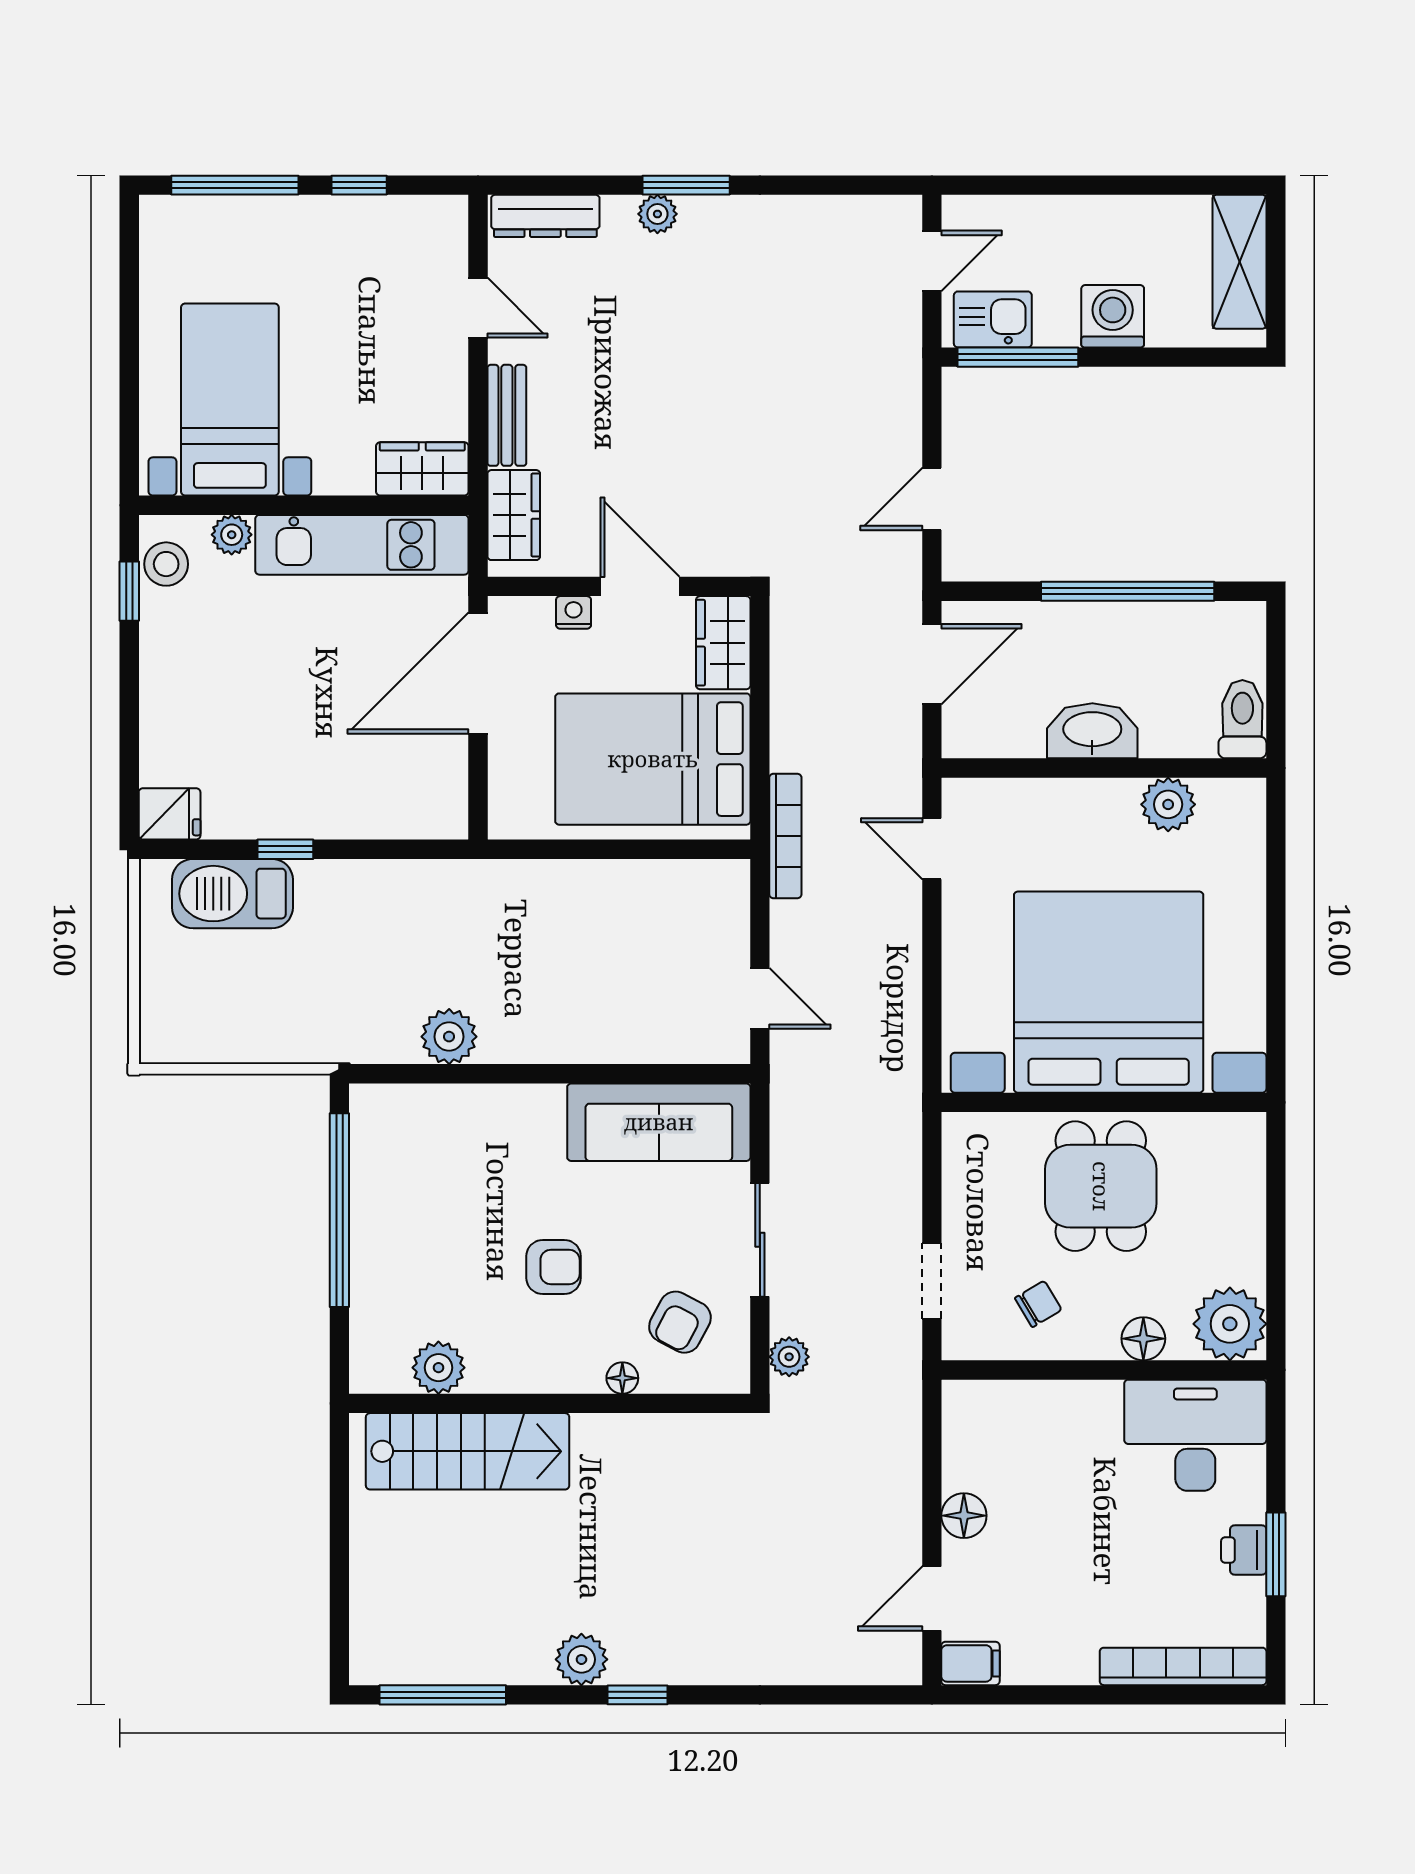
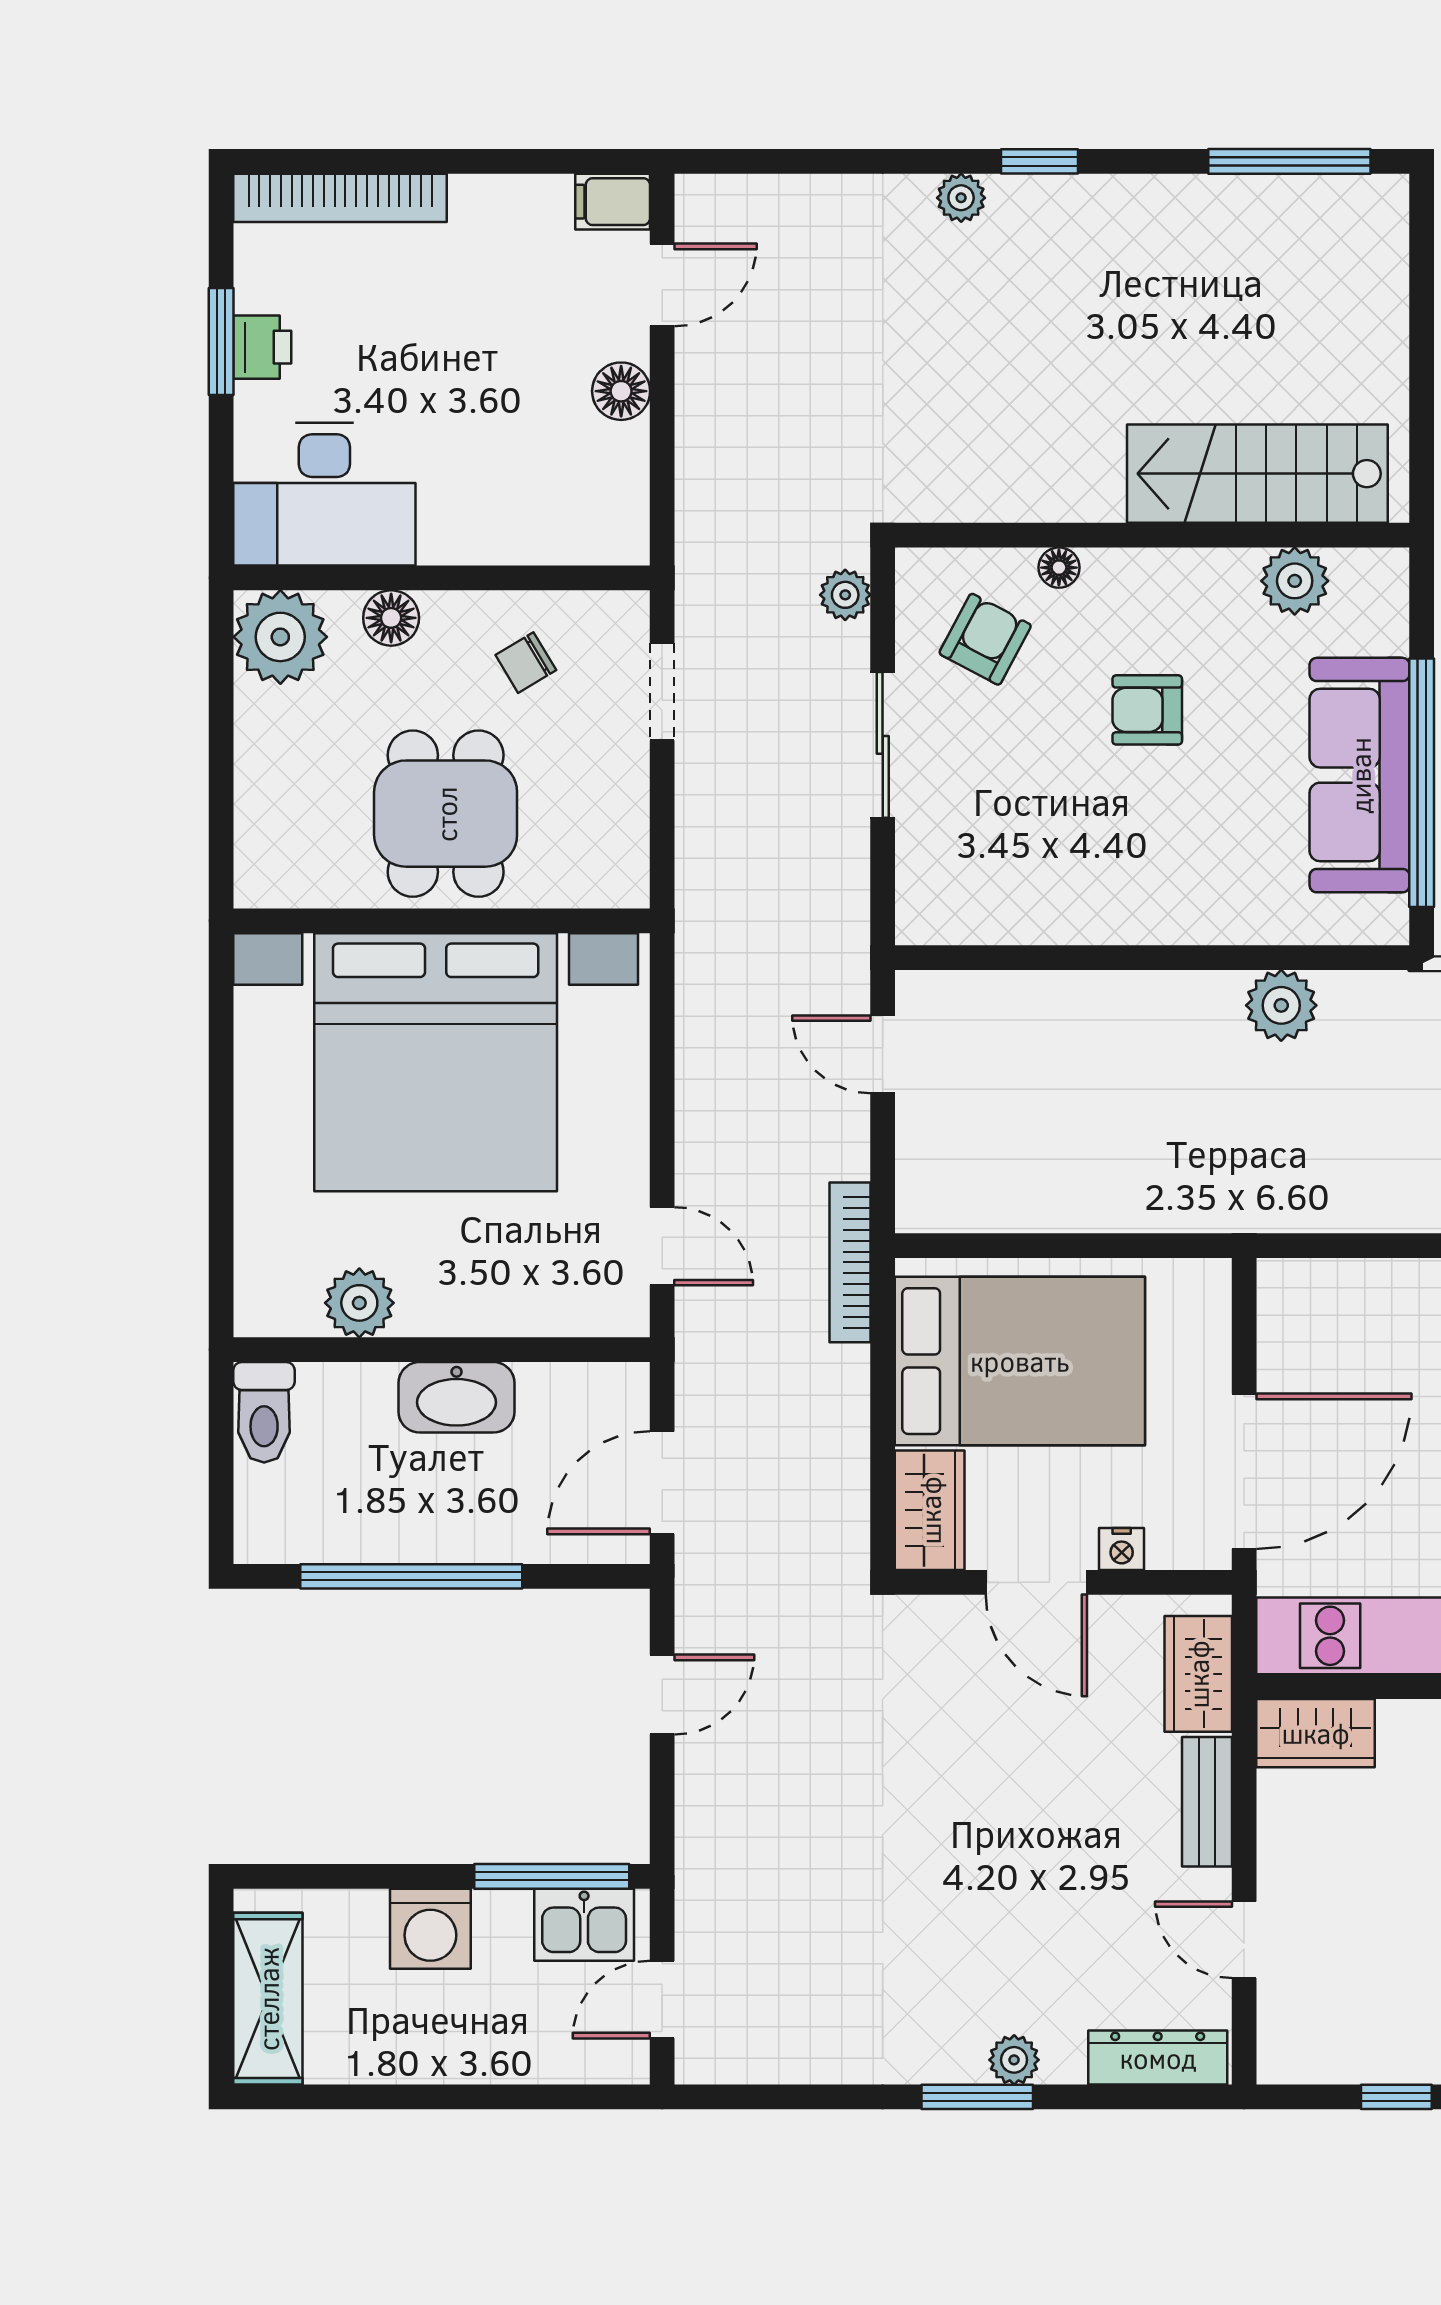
sofa: (659, 1122) -> (1360, 775), moved, turned -90
plant: (581, 1659) -> (961, 198), moved, width x0.73, depth x0.73

